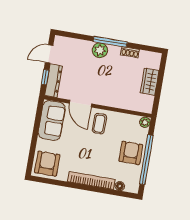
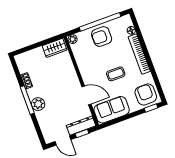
wardrobe: (150, 82) -> (55, 48), moved
door: (81, 104) -> (86, 95), hinge flipped
coffee table: (99, 124) -> (116, 74), moved
window: (31, 161) -> (151, 108), added
armchair: (47, 164) -> (146, 94), turned 90

